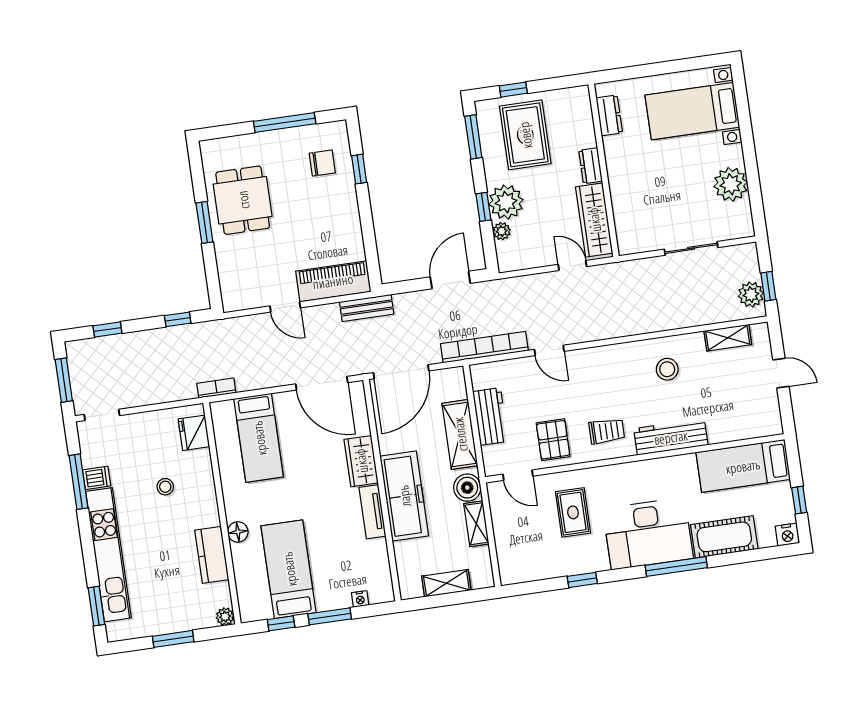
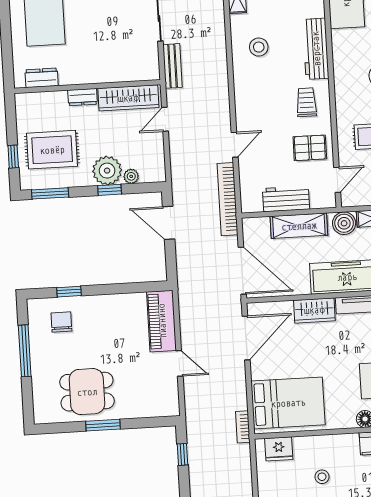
door: (285, 307) -> (179, 363), hinge flipped
bench: (367, 308) -> (173, 66), moved
bed: (259, 438) -> (288, 403), width x1.50

